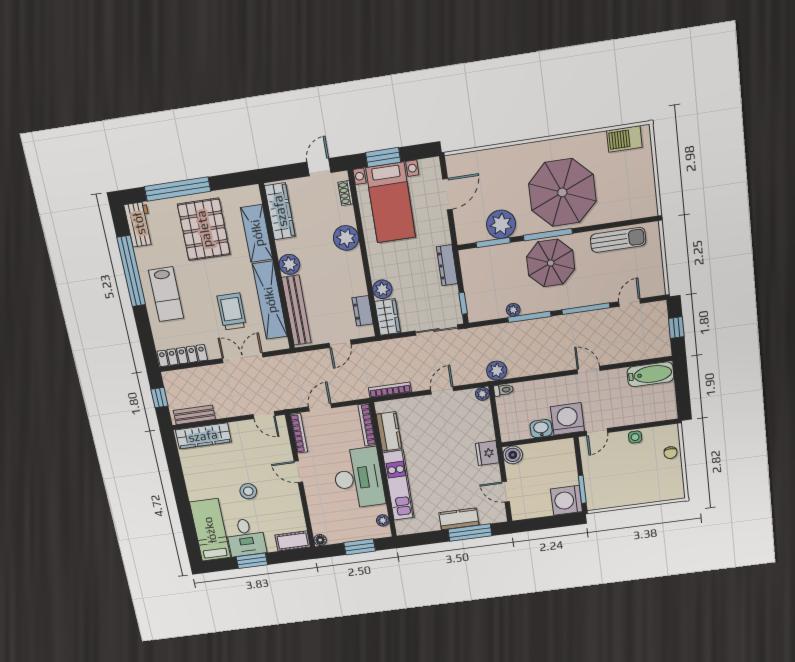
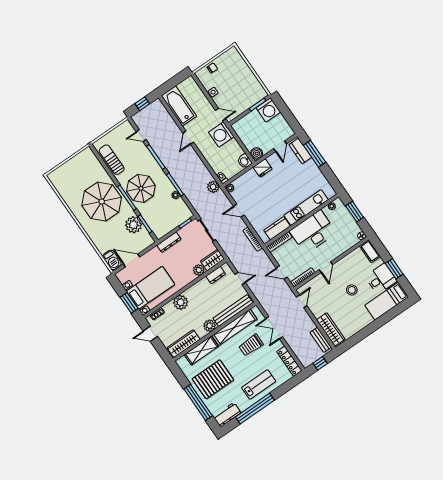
barbecue: (624, 139) -> (112, 260), moved
bathtub: (650, 374) -> (179, 106), width x1.36, depth x1.36
washbasin: (541, 429) -> (244, 161), moved
kitchen counter: (459, 519) -> (300, 151), moved

